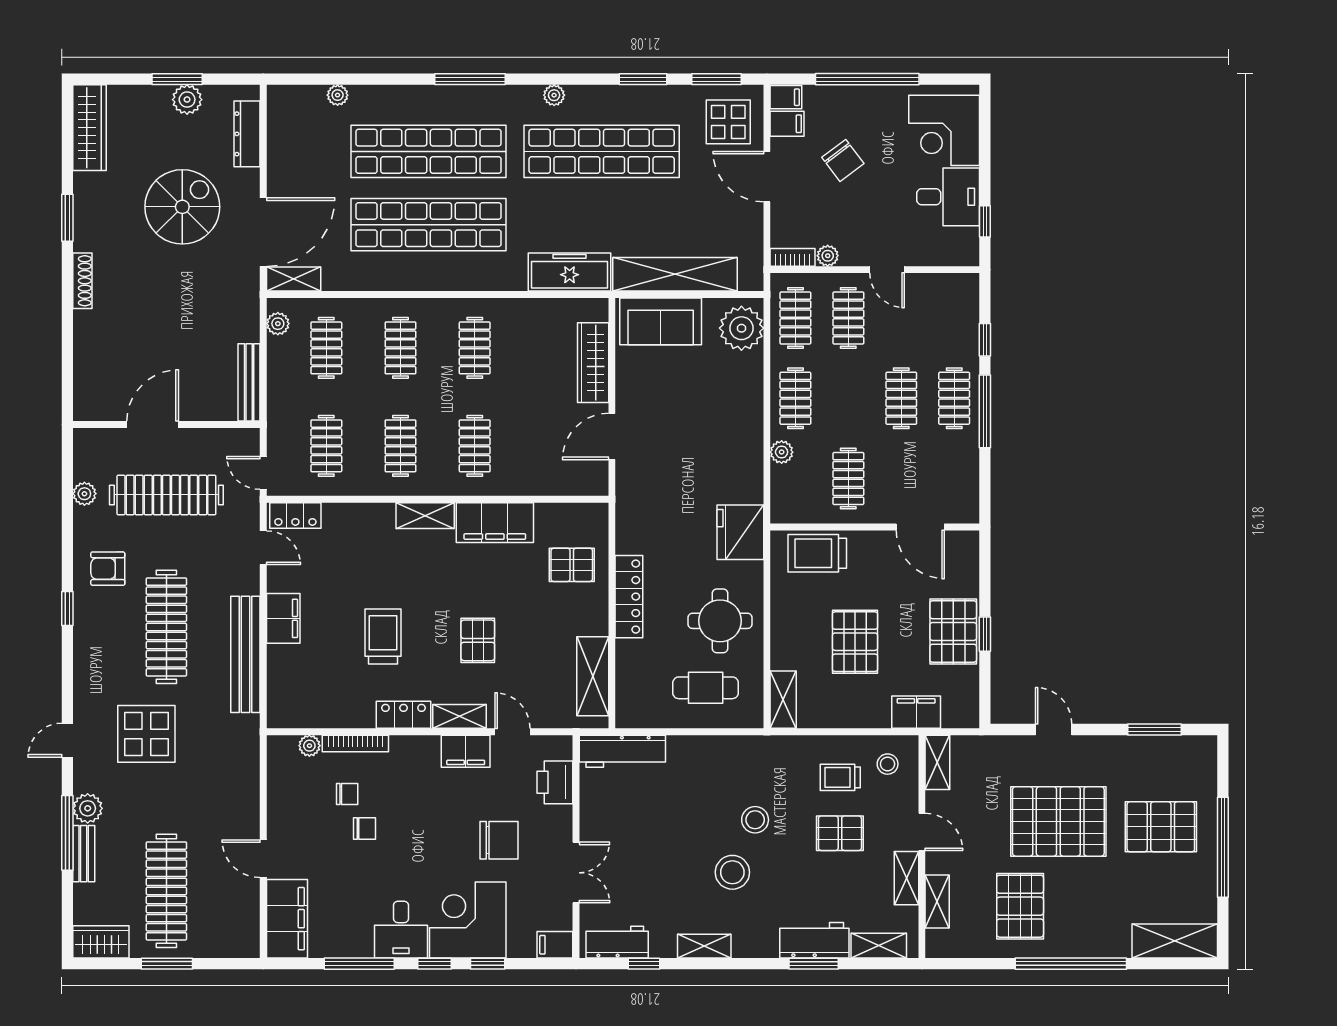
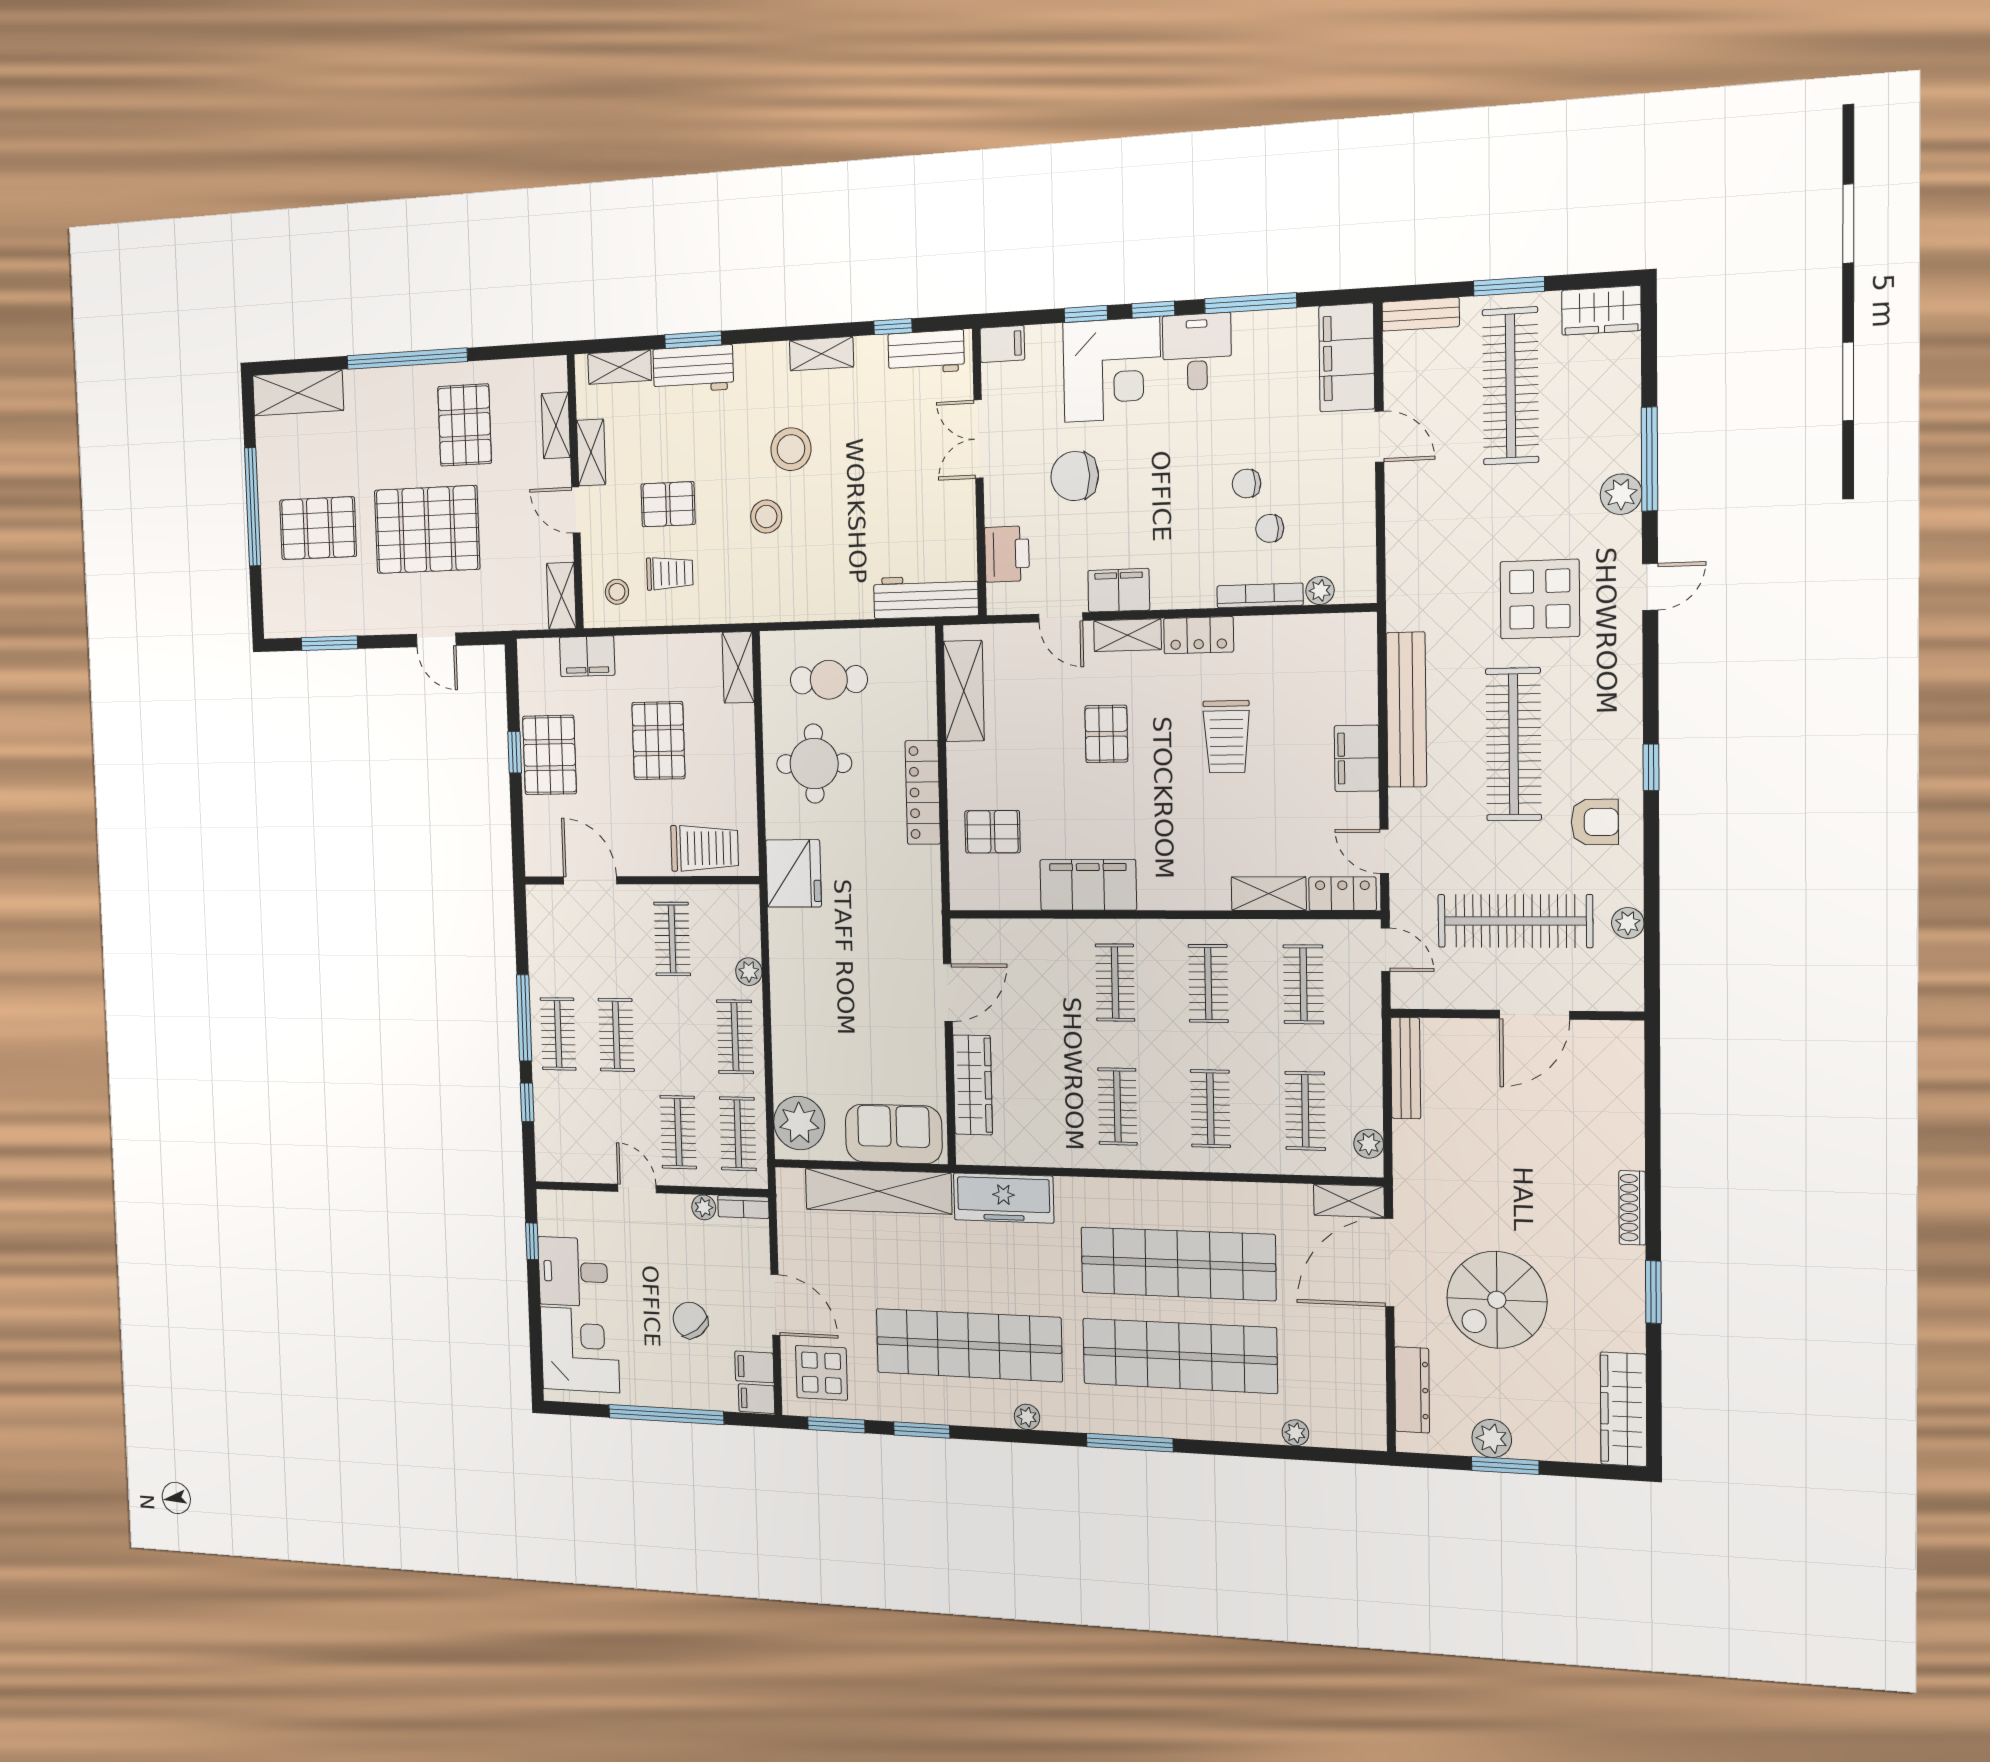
shelving: (425, 516) -> (1269, 894), moved
bench: (84, 854) -> (1421, 314), moved, turned 90

